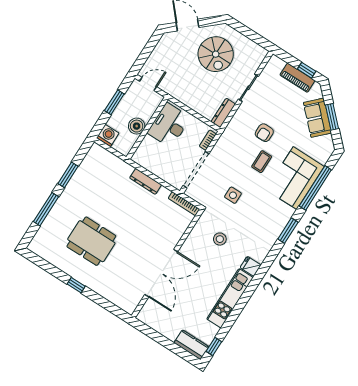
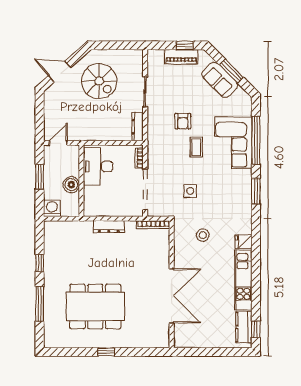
window: (68, 175) -> (40, 263), width x0.67
dining table: (91, 241) -> (95, 307), width x1.36, depth x1.24
kitchen counter: (191, 345) -> (244, 327), moved, turned -90

